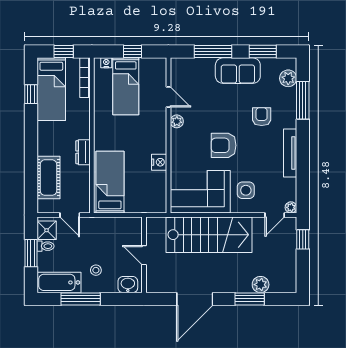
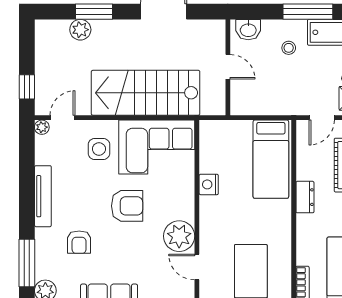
plant: (177, 121) -> (179, 236), width x1.87, depth x1.87
door: (70, 215) -> (322, 118), swing flipped

